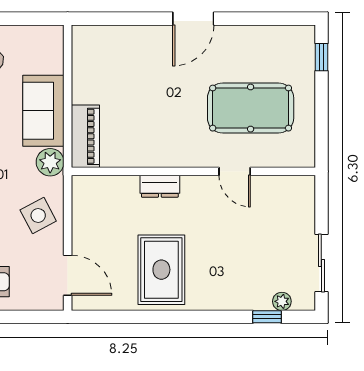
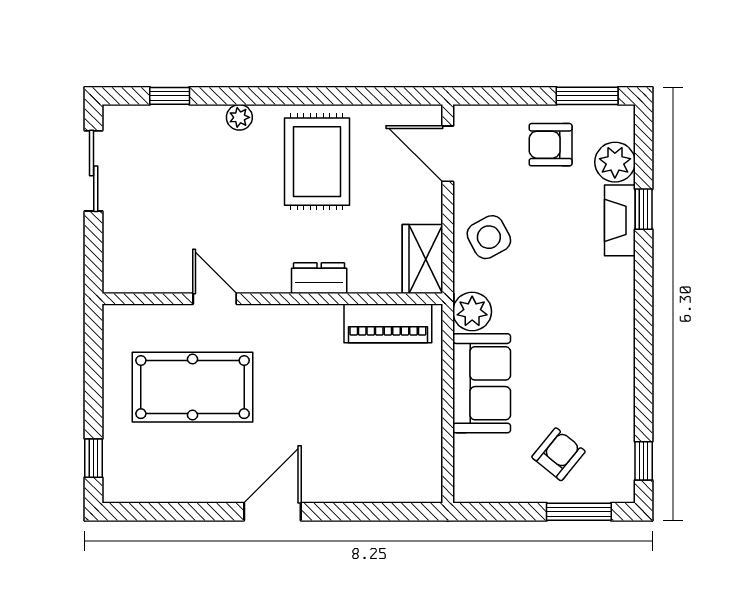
piano: (85, 136) -> (388, 323), moved, turned -90
wardrobe: (86, 200) -> (422, 259), added
plant: (282, 301) -> (239, 117), moved

